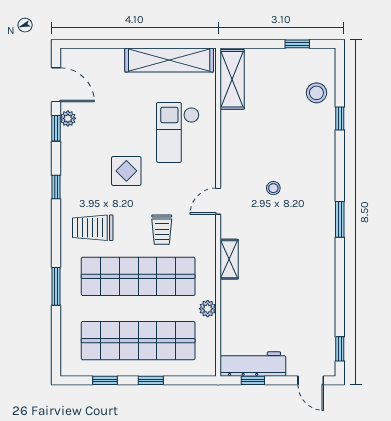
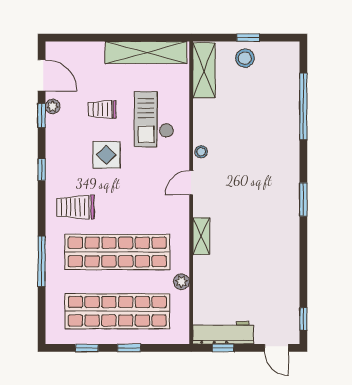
window: (297, 44) -> (248, 38), moved
stool: (316, 93) -> (245, 58), moved
window: (340, 119) -> (303, 106), width x3.17
stool: (273, 188) -> (201, 152), moved
trolley: (162, 230) -> (102, 109), moved, turned 90
window: (56, 286) -> (42, 261), width x1.44

